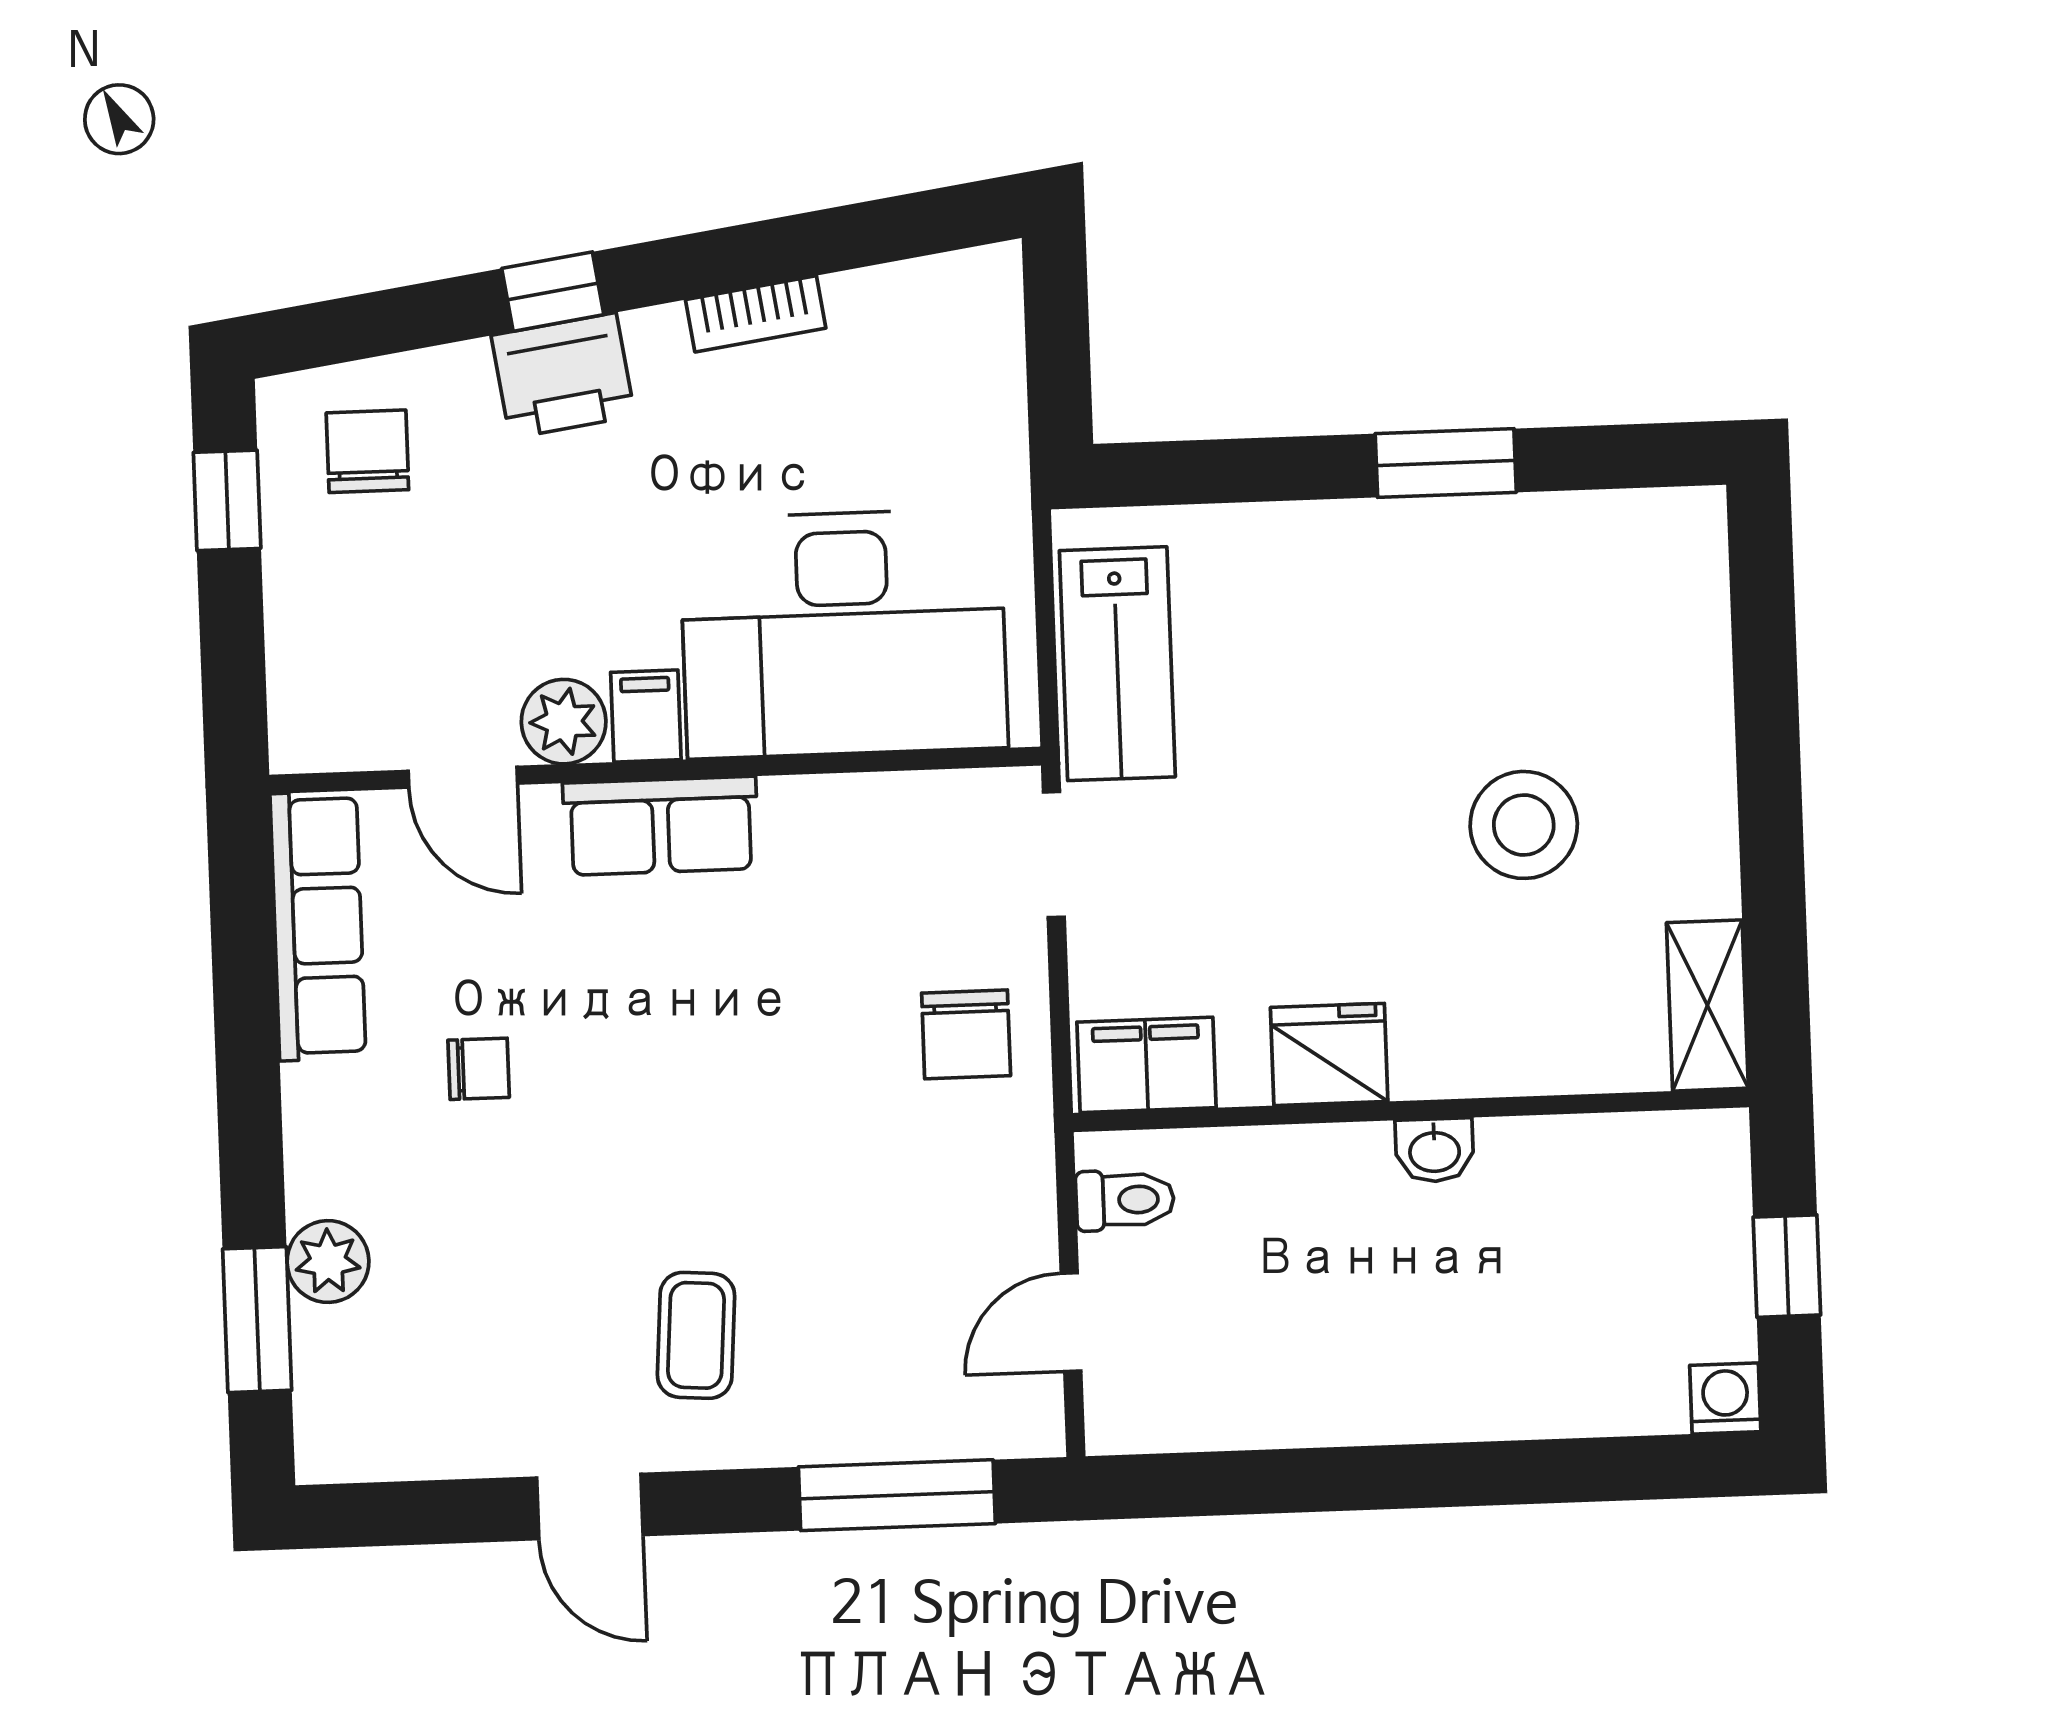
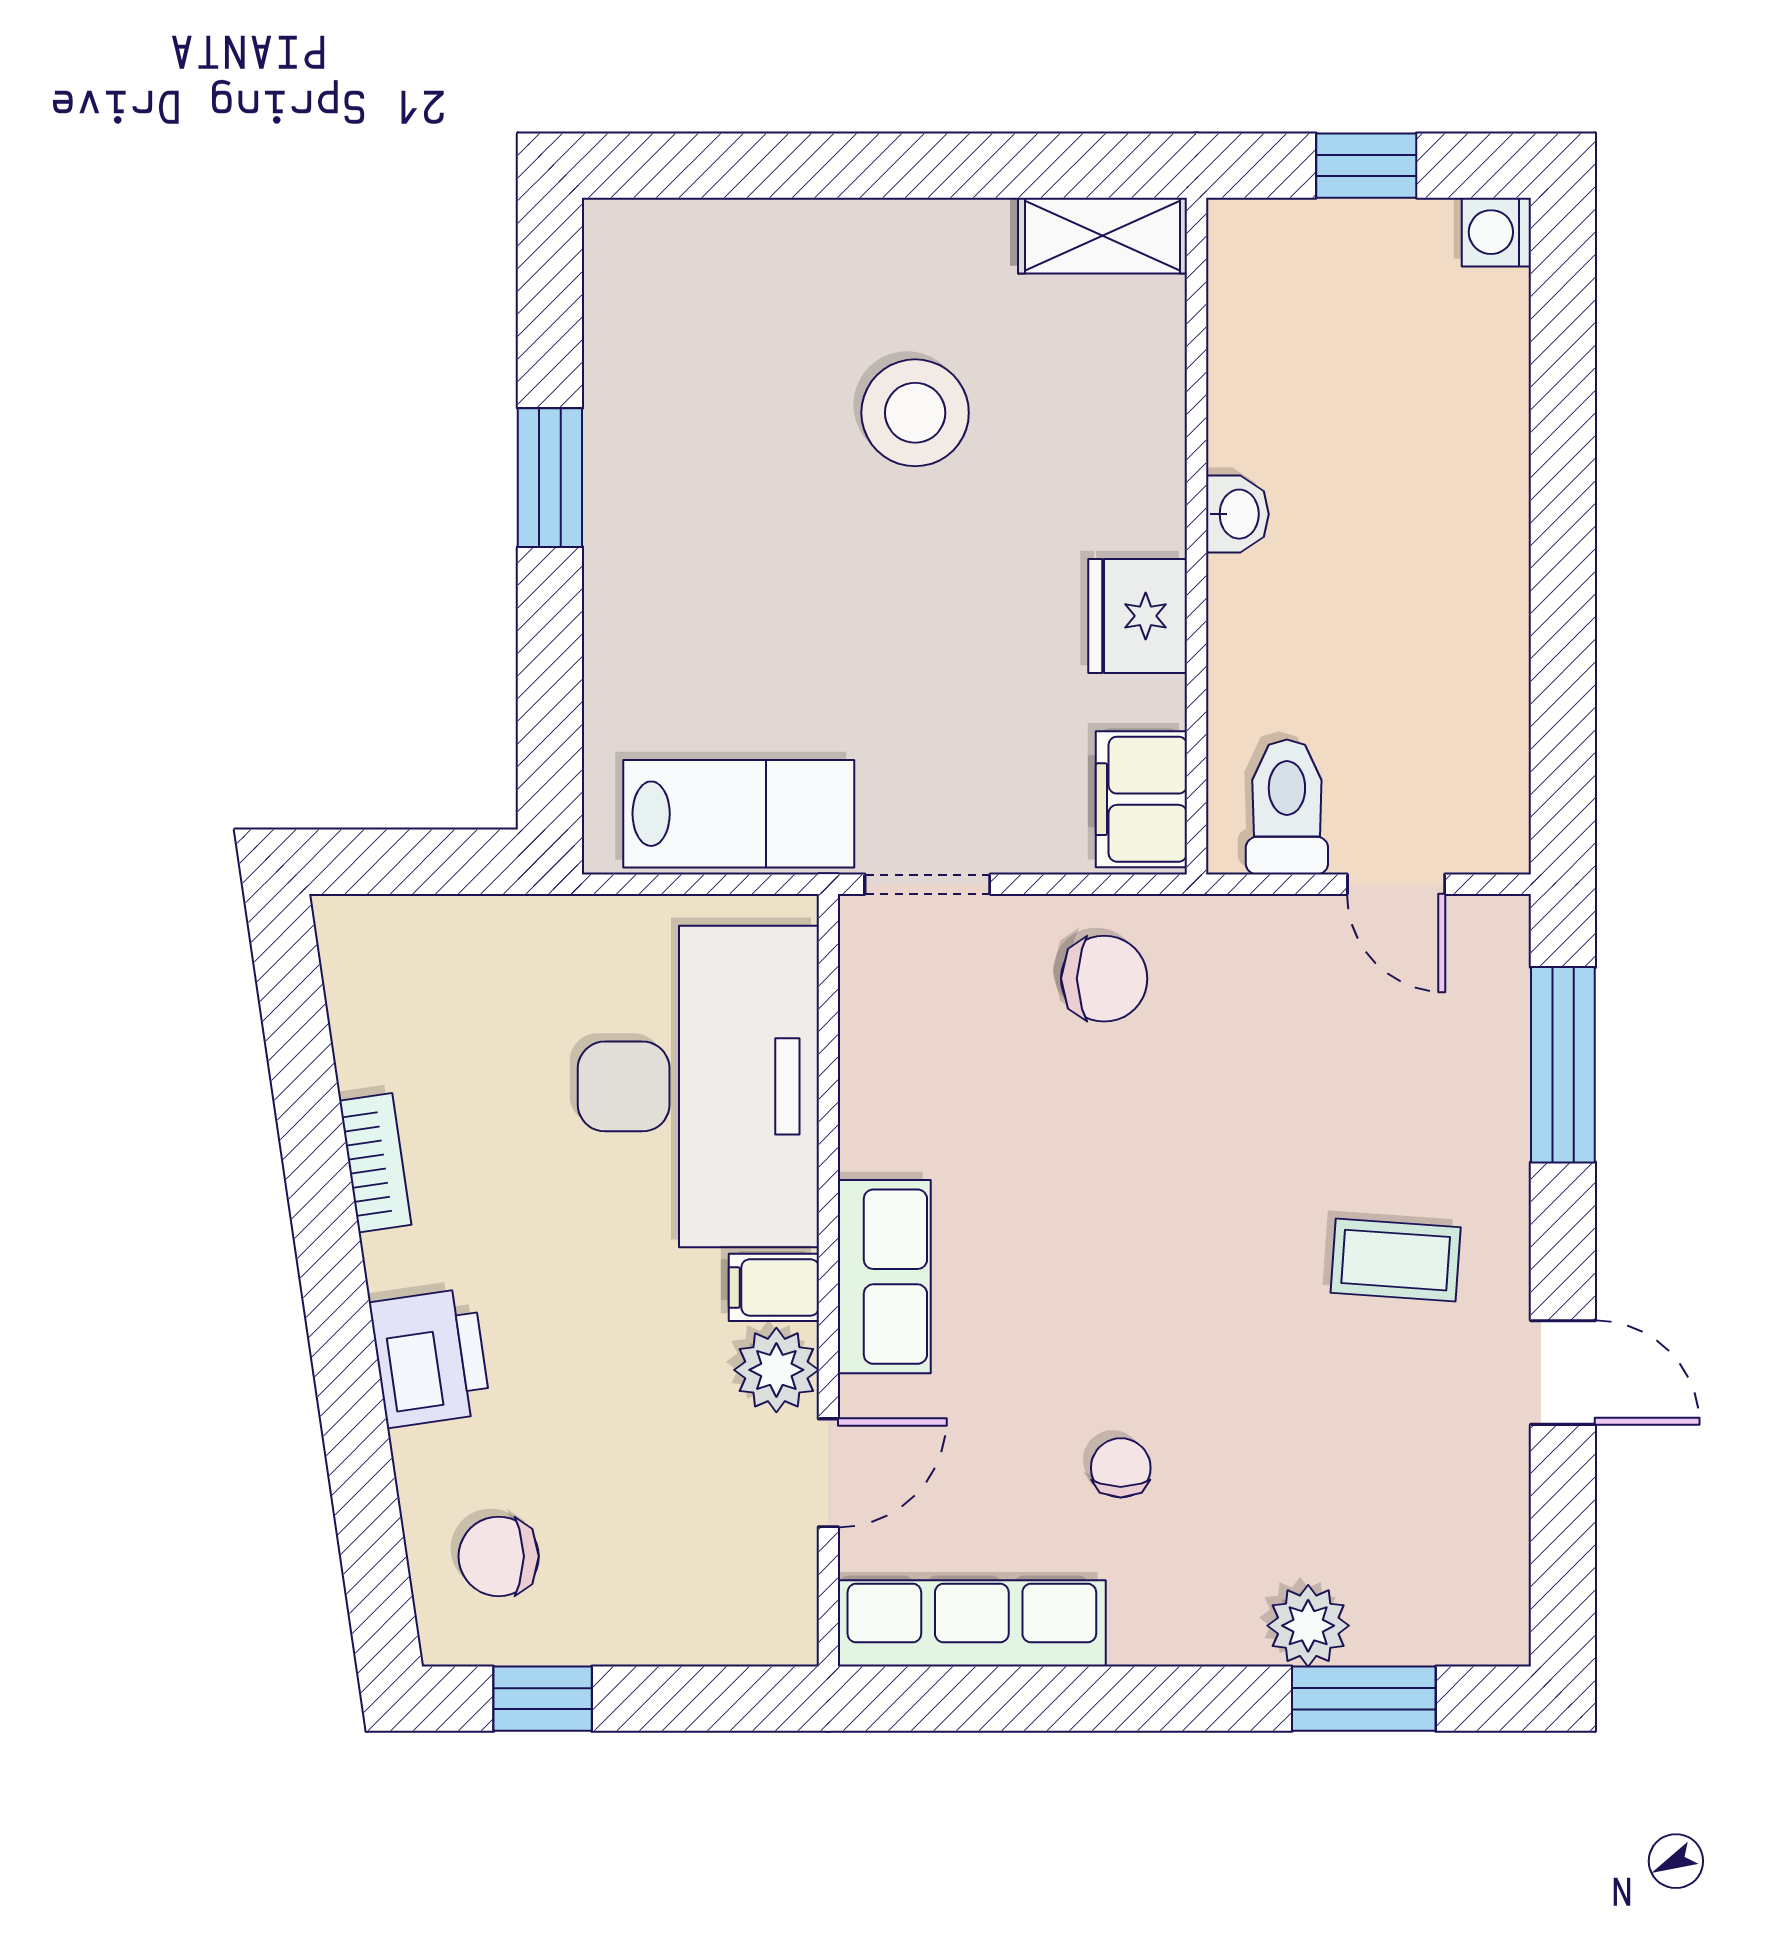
window: (553, 292) -> (346, 1365), removed
toilet: (1125, 1200) -> (1287, 807), width x1.37, depth x1.39
door: (590, 1506) -> (1563, 1373), hinge flipped

